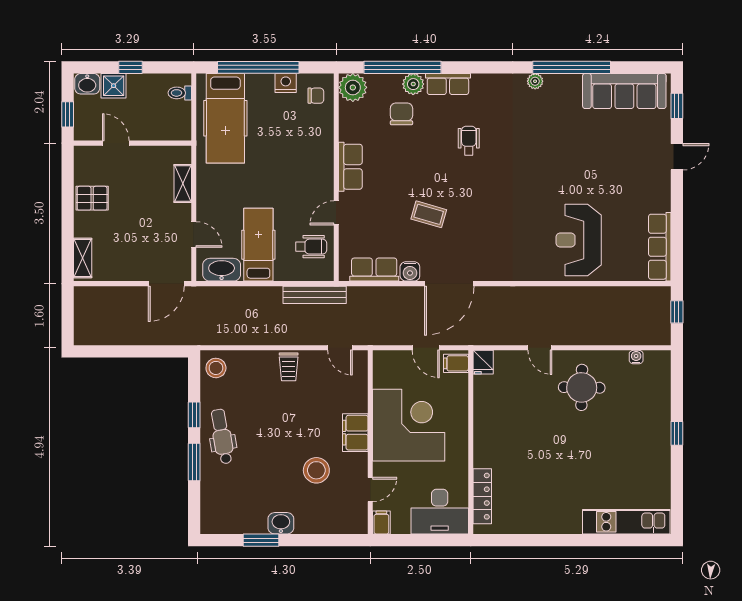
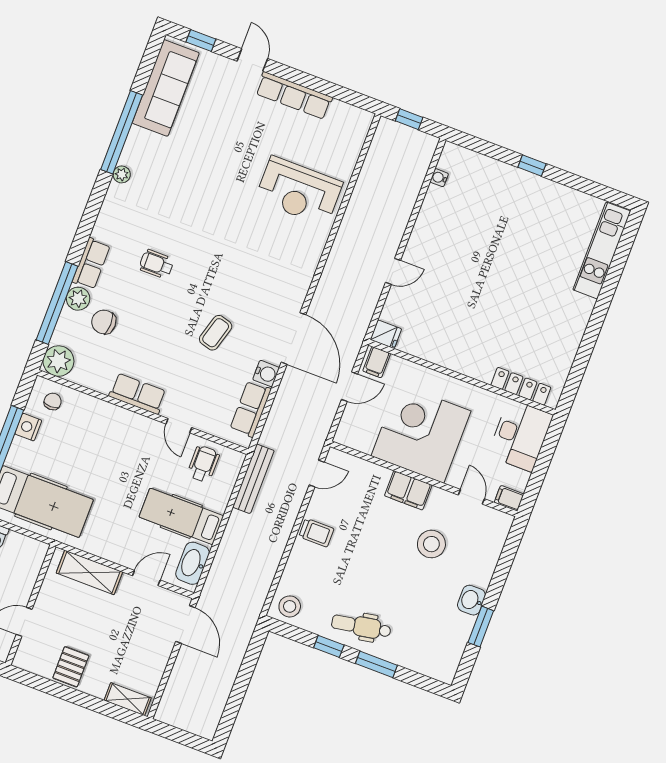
shelving: (183, 183) -> (89, 572), width x1.50, depth x1.33
row of seats: (660, 247) -> (294, 95), moved
round table: (582, 387) -> (449, 244), removed

